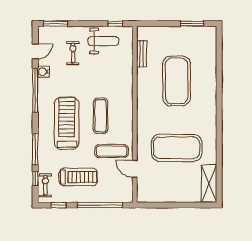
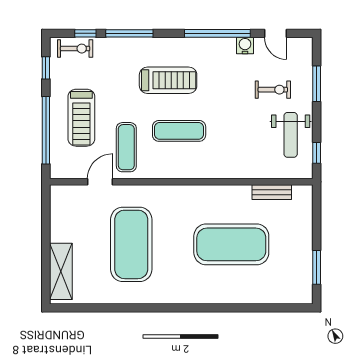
window: (56, 24) -> (317, 84), moved
treadmill: (67, 123) -> (168, 80), width x0.73, depth x0.73
treadmill: (78, 177) -> (81, 118), moved
shelving: (209, 184) -> (61, 271), moved, turned 90

